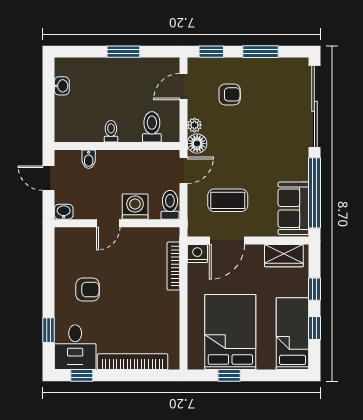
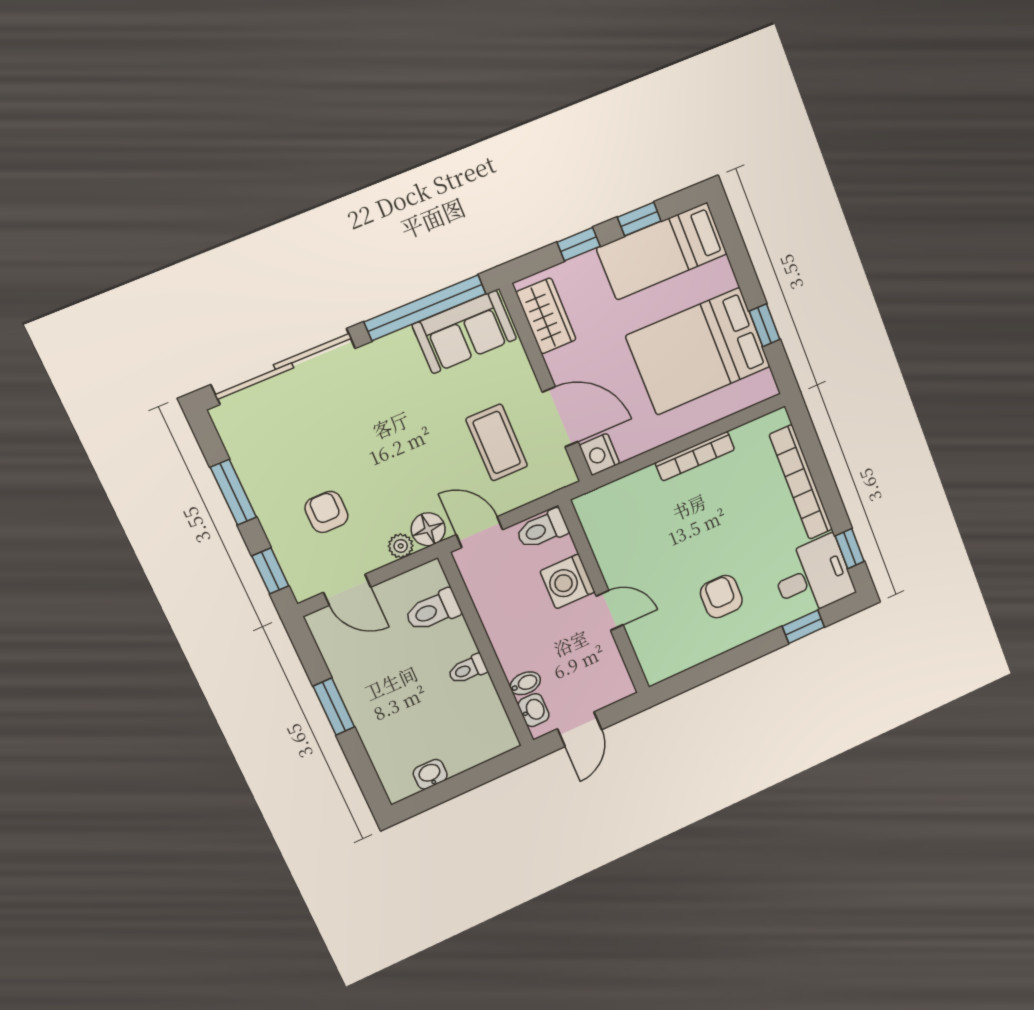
washbasin: (64, 212) -> (534, 710), moved, turned 180
bookcase: (173, 266) -> (695, 456), moved

